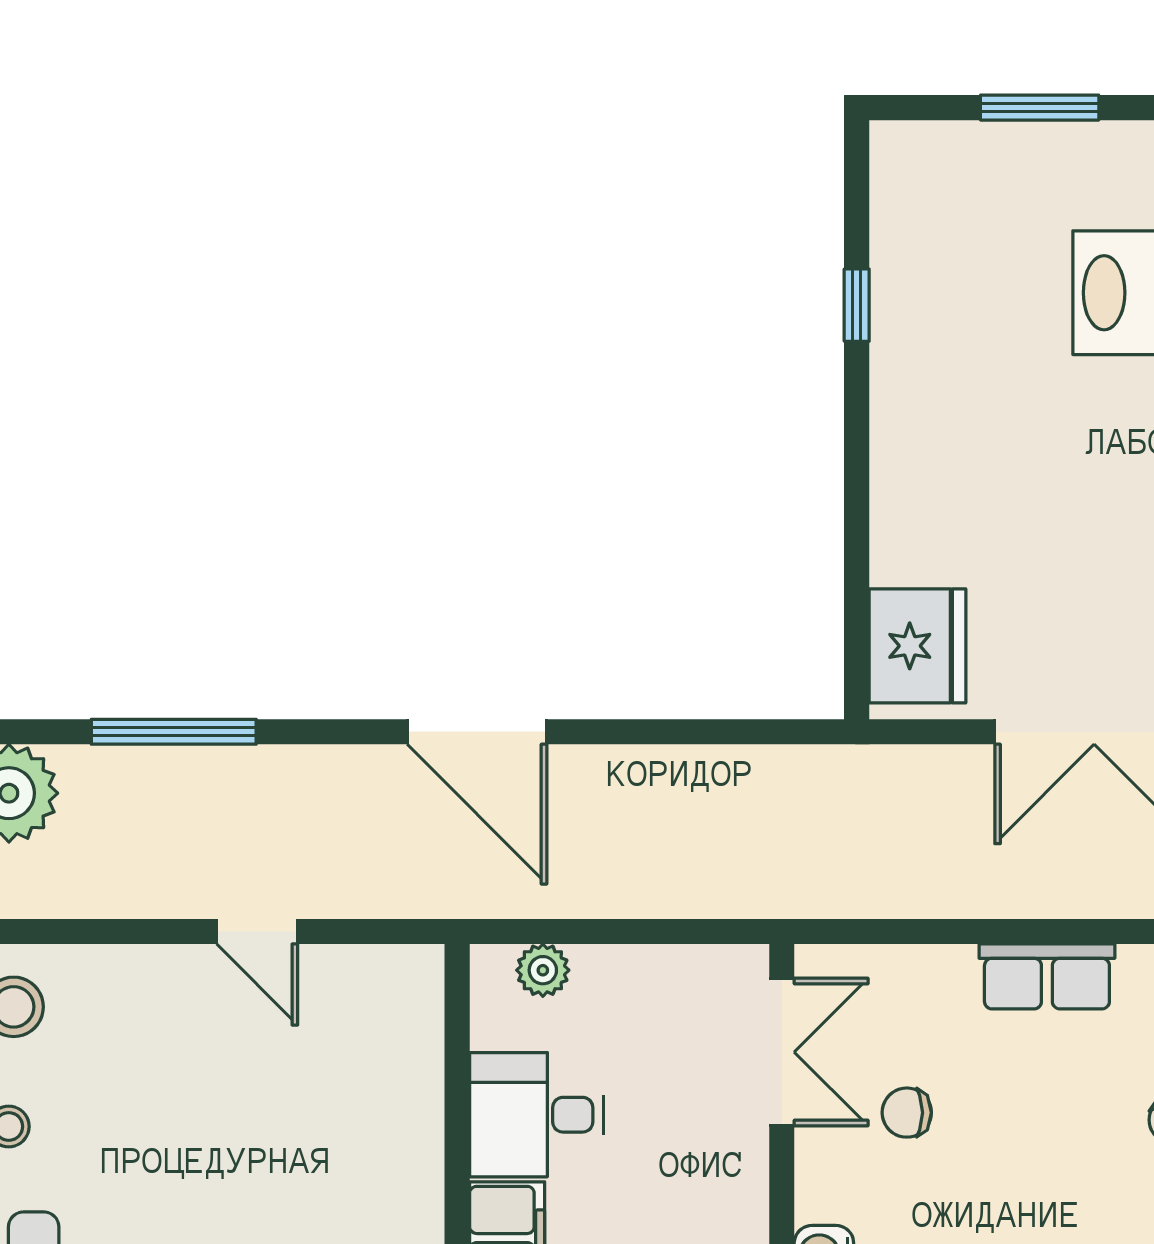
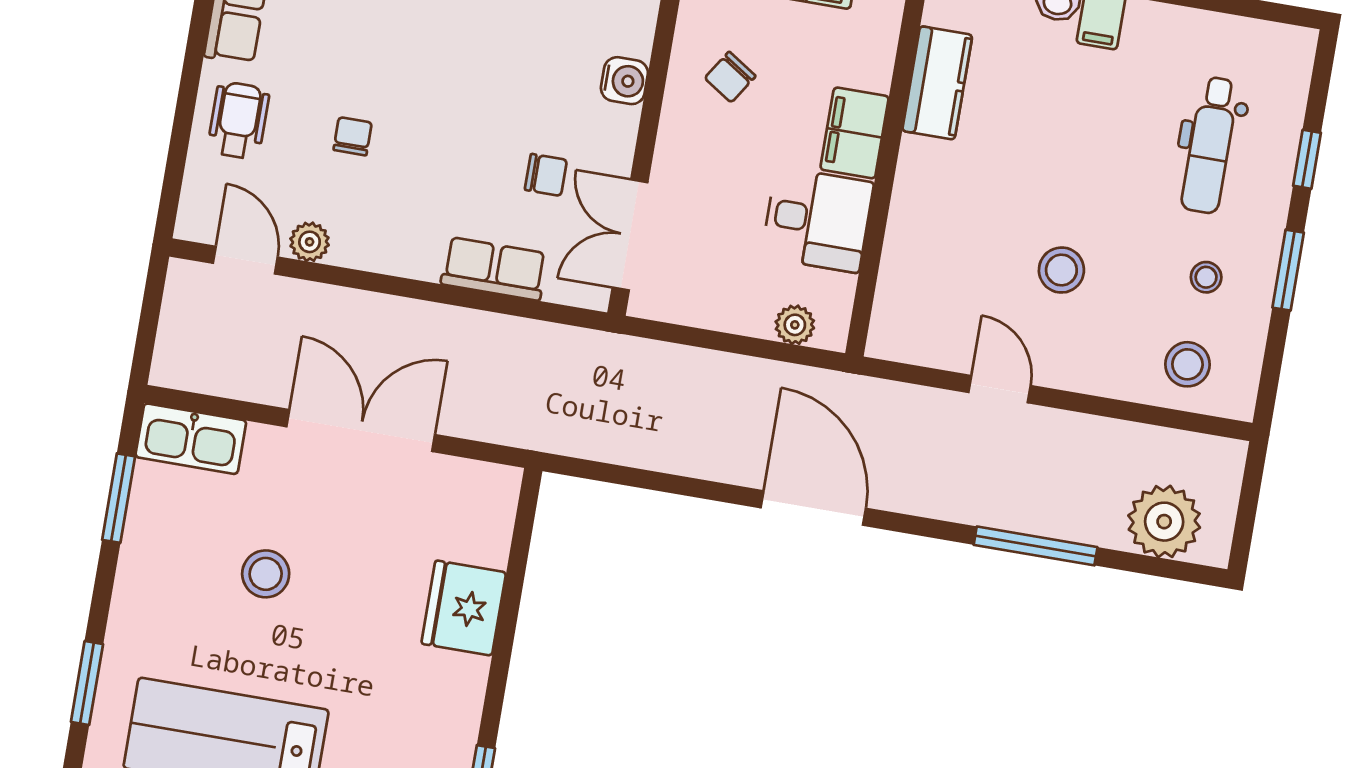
fridge: (917, 646) -> (464, 608), moved
row of seats: (1047, 976) -> (494, 269), moved
stool: (202, 1103) -> (1061, 270), added

